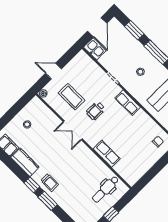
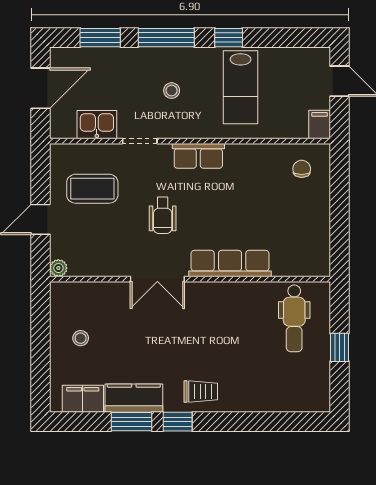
door: (97, 27) -> (40, 88), hinge flipped
kitchen sink: (95, 49) -> (97, 125), moved
coffee table: (72, 97) -> (92, 189), moved
row of seats: (107, 154) -> (230, 263), width x1.48
window: (48, 201) -> (132, 422), moved

